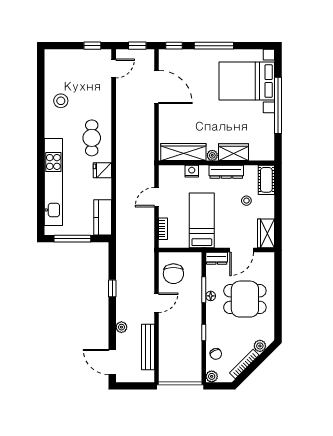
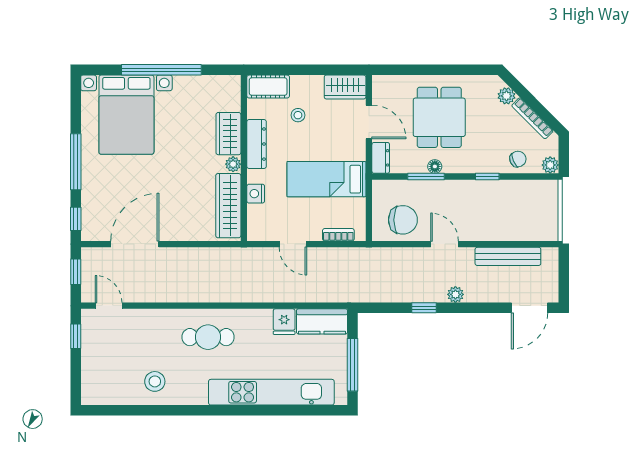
fridge: (102, 170) -> (284, 322), moved
plant: (121, 327) -> (455, 294), moved

